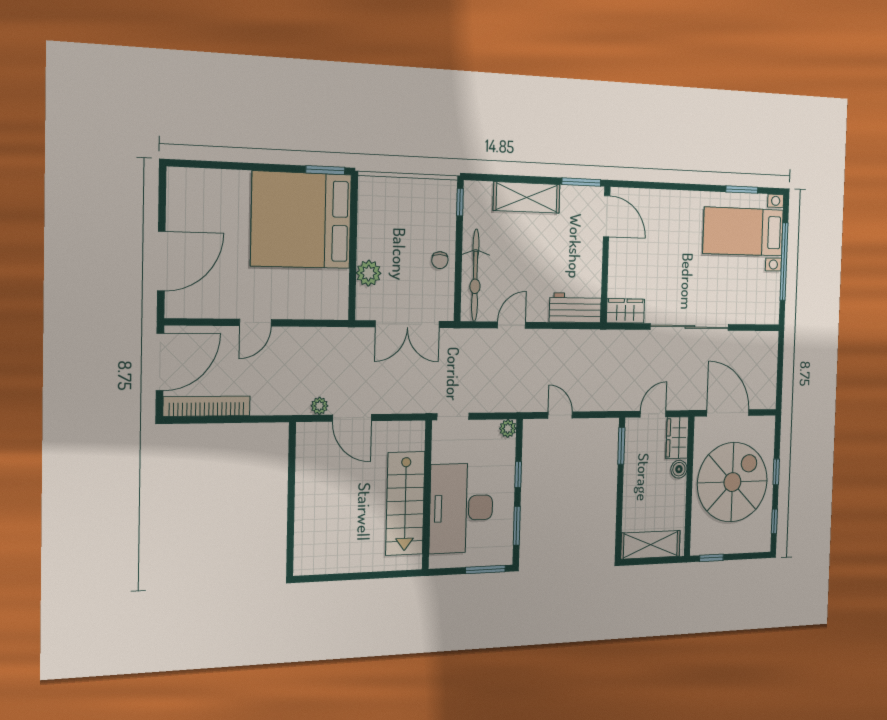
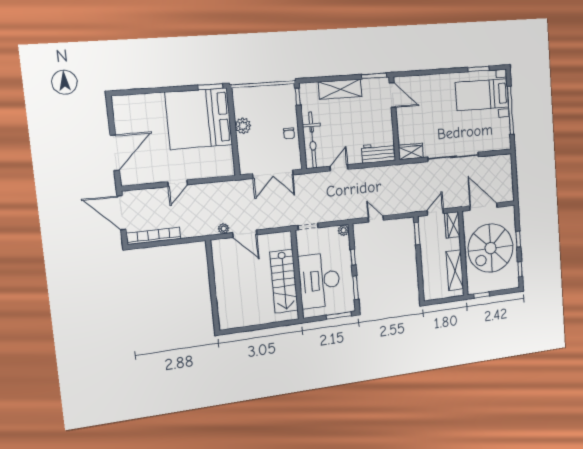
plant: (369, 273) -> (243, 126), moved
door: (160, 362) -> (121, 213), swing flipped
boiler: (679, 469) -> (455, 244), removed
spiral stairs: (732, 482) -> (491, 248), turned 180
shelving: (651, 545) -> (455, 270), moved, turned 90

